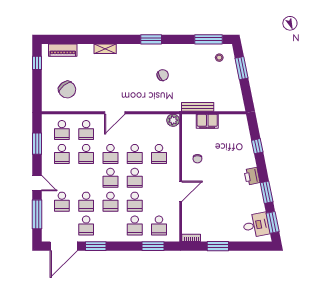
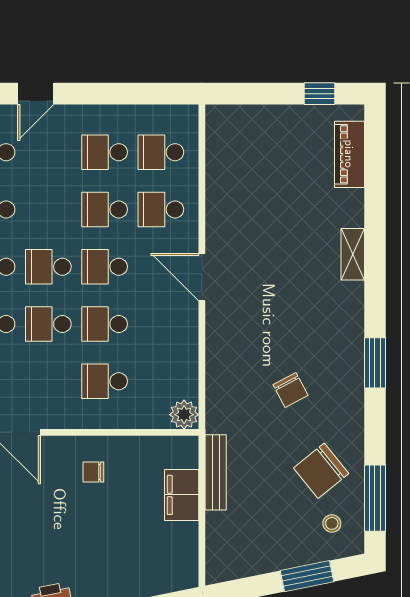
chair: (67, 90) -> (321, 471), moved
window: (37, 144) -> (129, 94), removed

